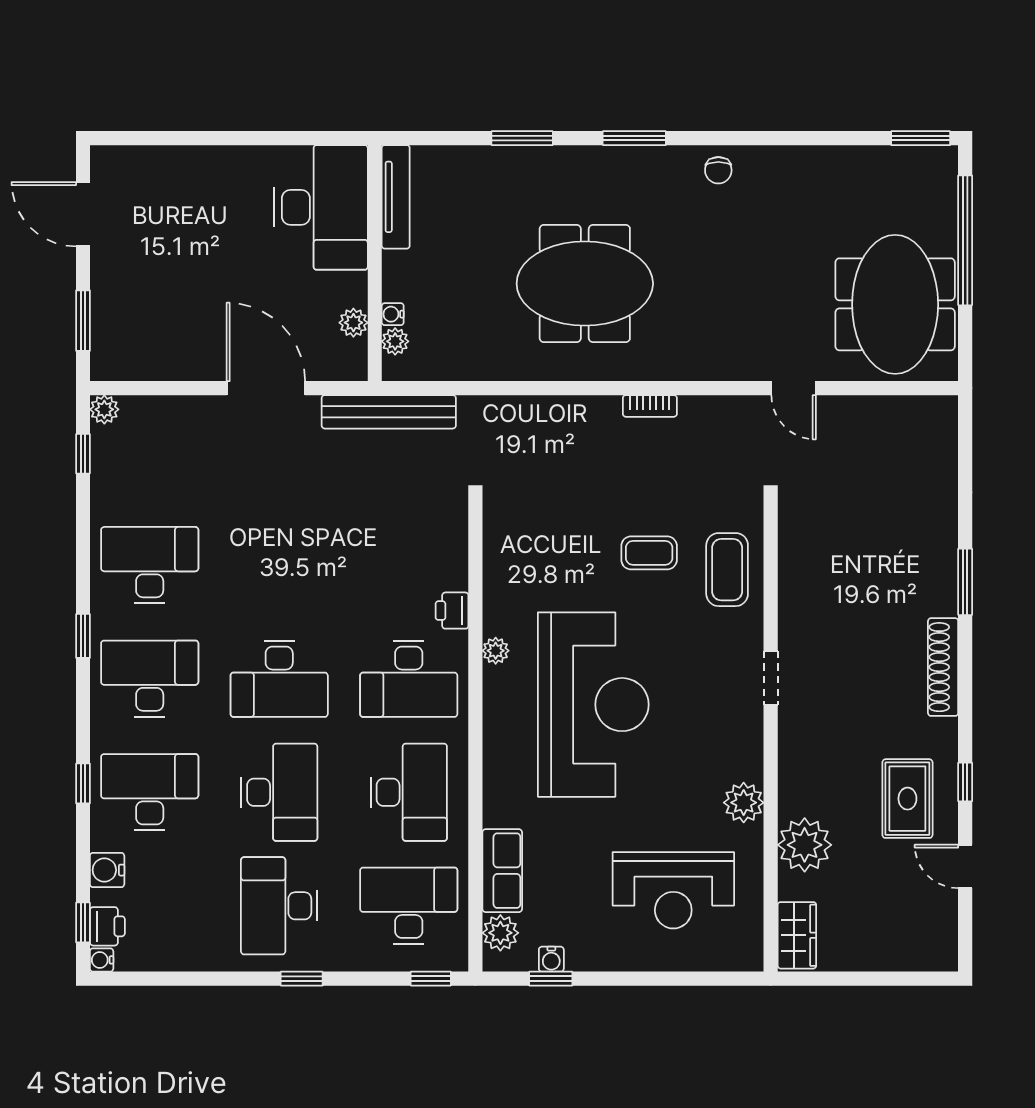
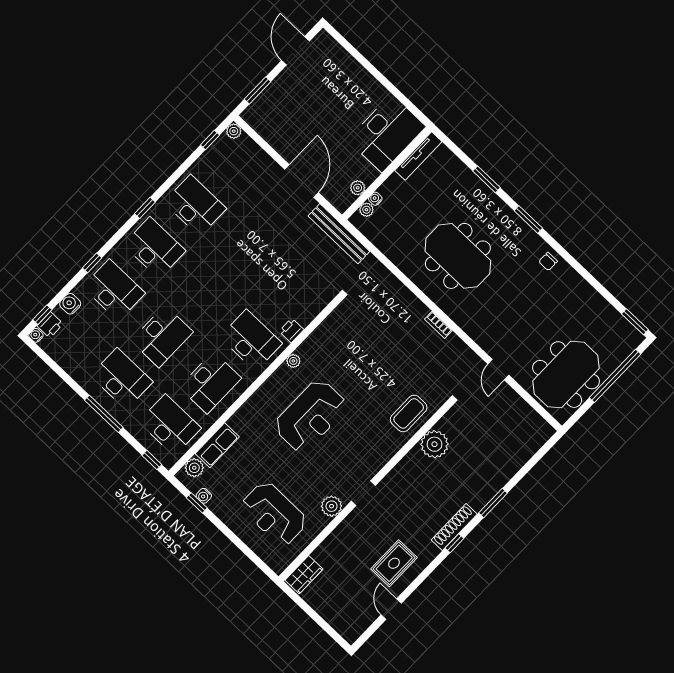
coffee table: (649, 553) -> (386, 379), removed
doorway: (771, 678) -> (363, 493), moved
desk: (279, 679) -> (203, 294), removed
desk: (409, 679) -> (251, 340), turned 180
reception desk: (593, 705) -> (310, 416), width x0.74, depth x0.77
window: (965, 782) -> (454, 543), moved
plant: (805, 845) -> (434, 444), moved
desk: (279, 906) -> (122, 379), turned 90
window: (302, 979) -> (104, 414), width x2.17

